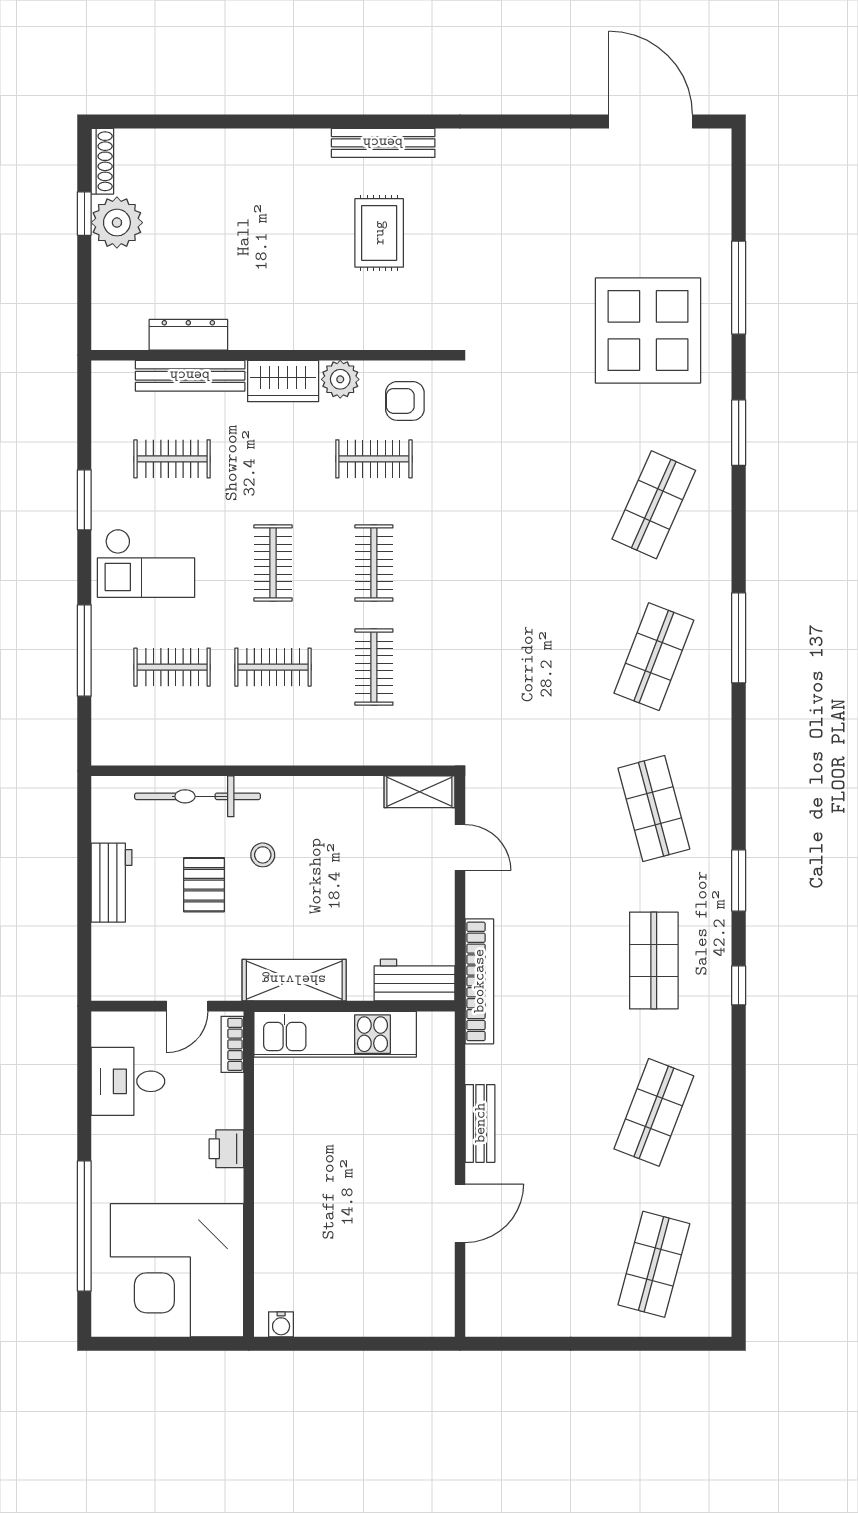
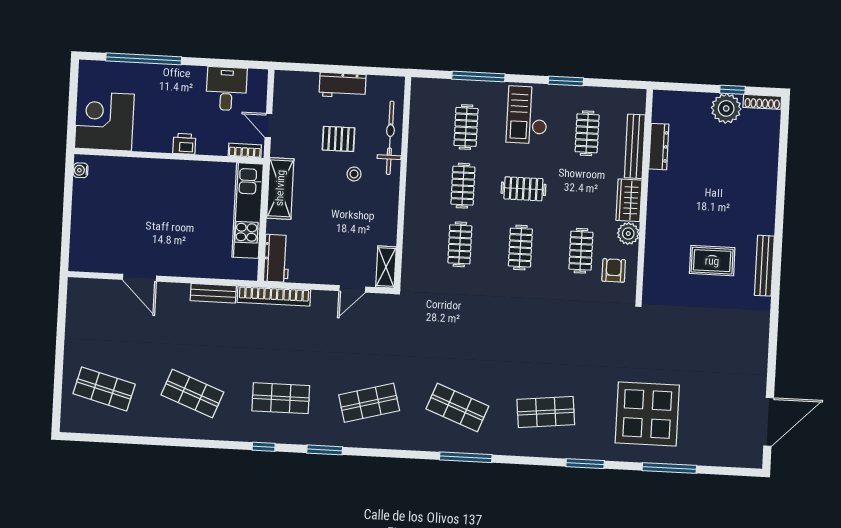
shop shelf: (654, 505) -> (546, 412), turned -30
clothes rail: (374, 563) -> (520, 248), turned 90
clothes rail: (374, 667) -> (460, 244), turned 90
bench: (480, 1123) -> (213, 293), moved
corner desk: (177, 1270) -> (104, 121), width x0.74, depth x0.74

